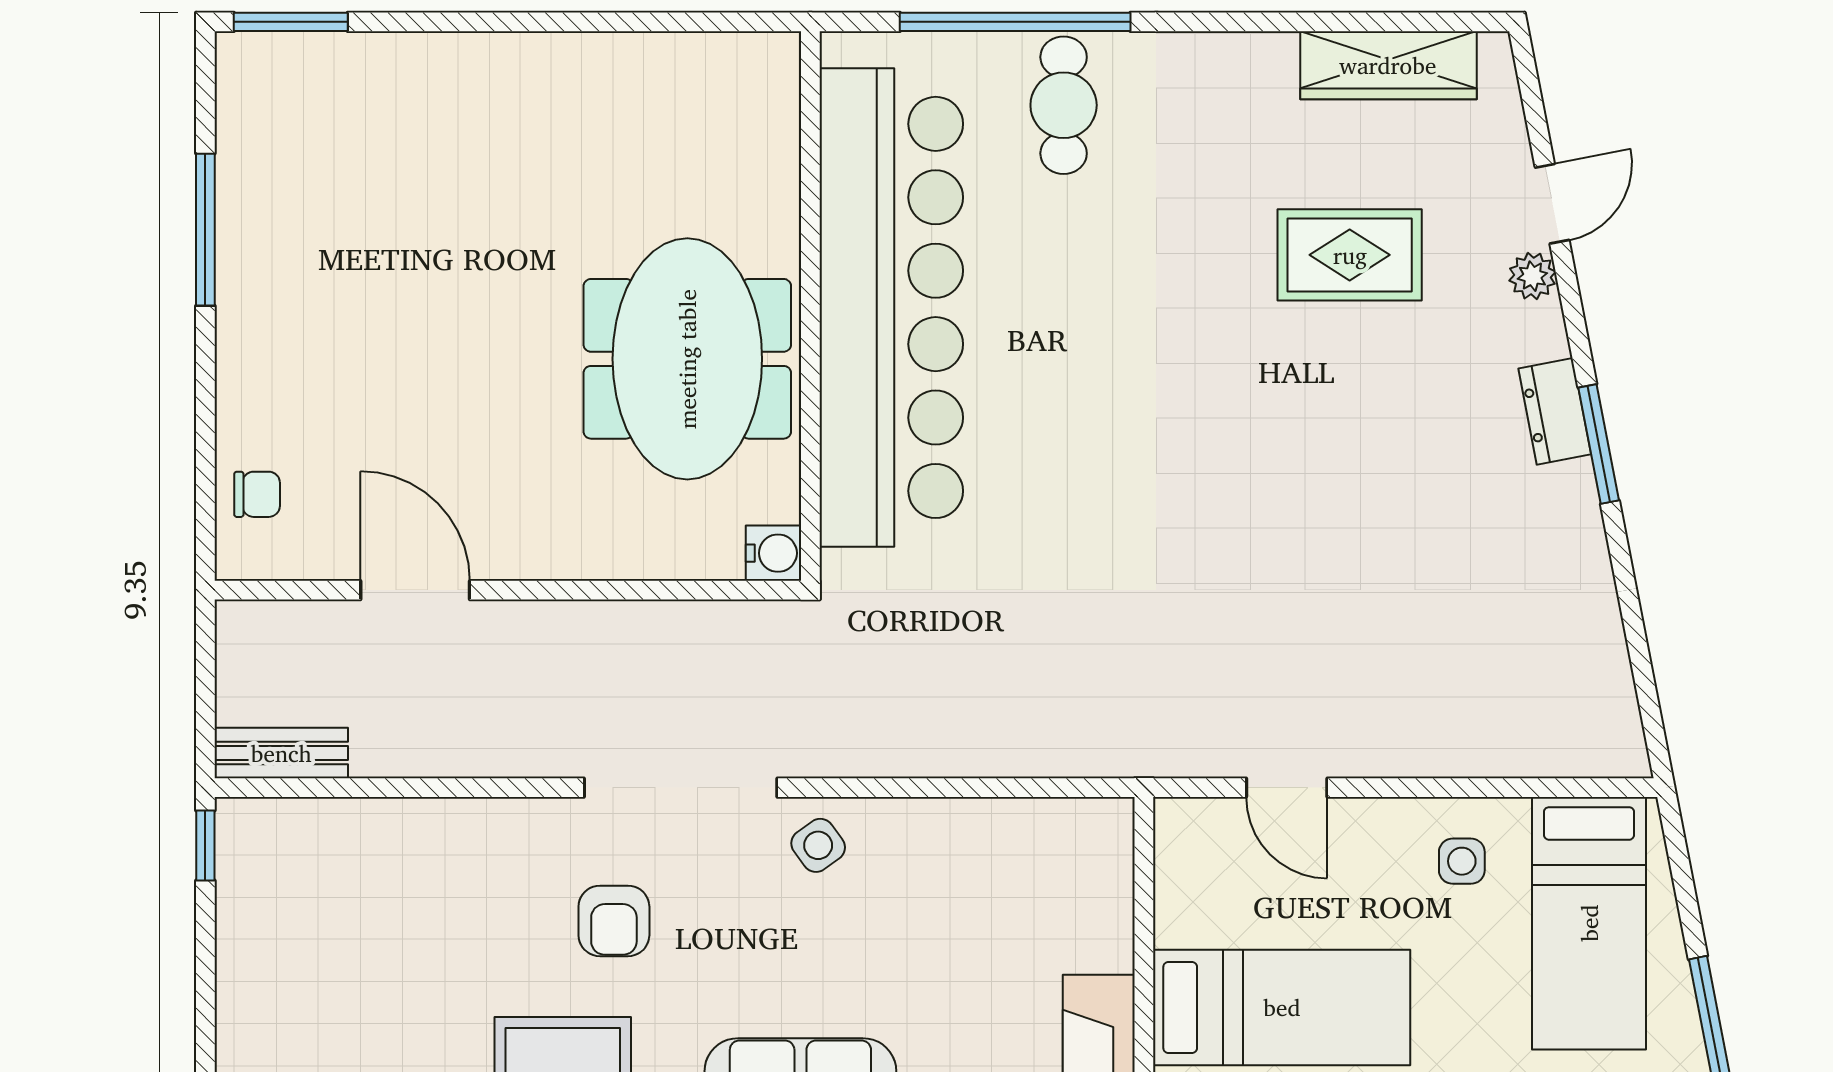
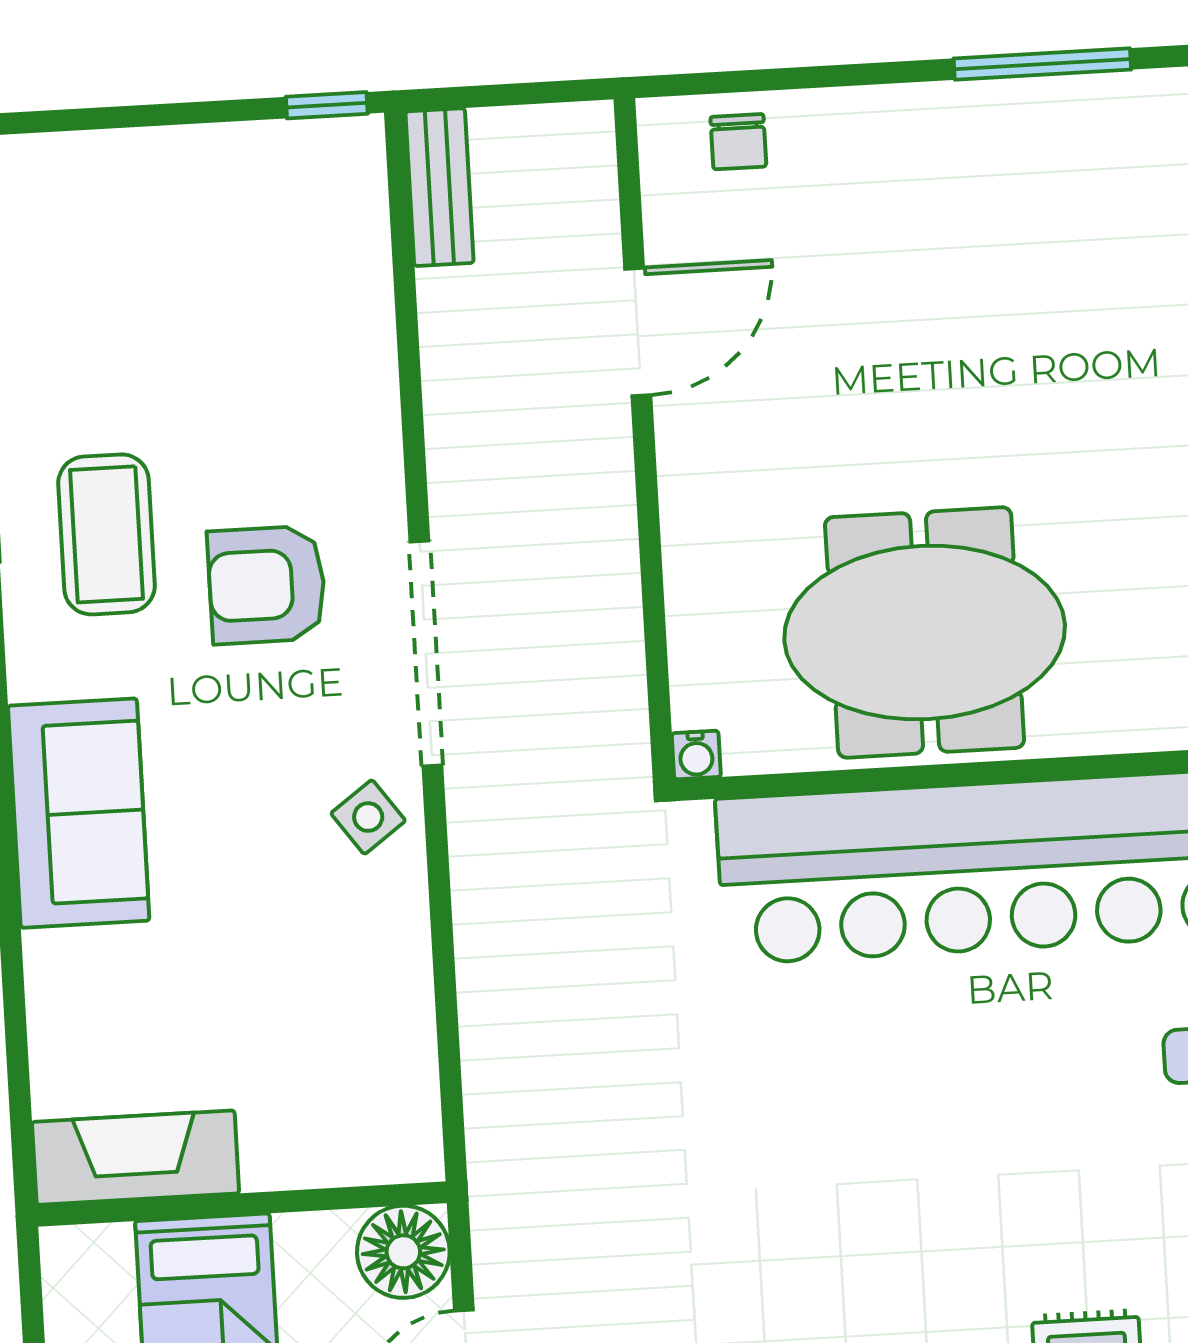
water cooler: (774, 553) -> (696, 755), width x0.72, depth x0.72
floor lamp: (1193, 837) -> (403, 1252), added
armchair: (614, 921) -> (267, 585), width x1.38, depth x1.38

